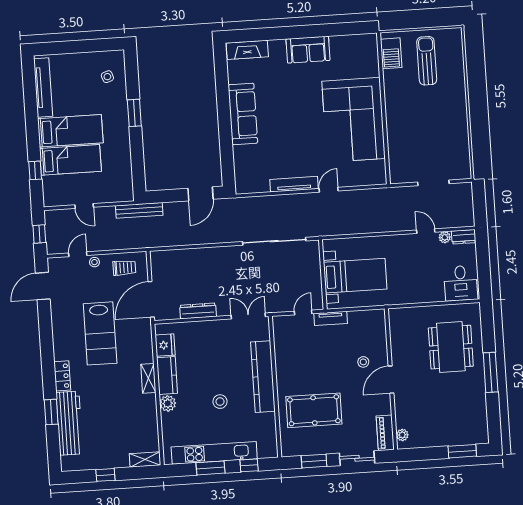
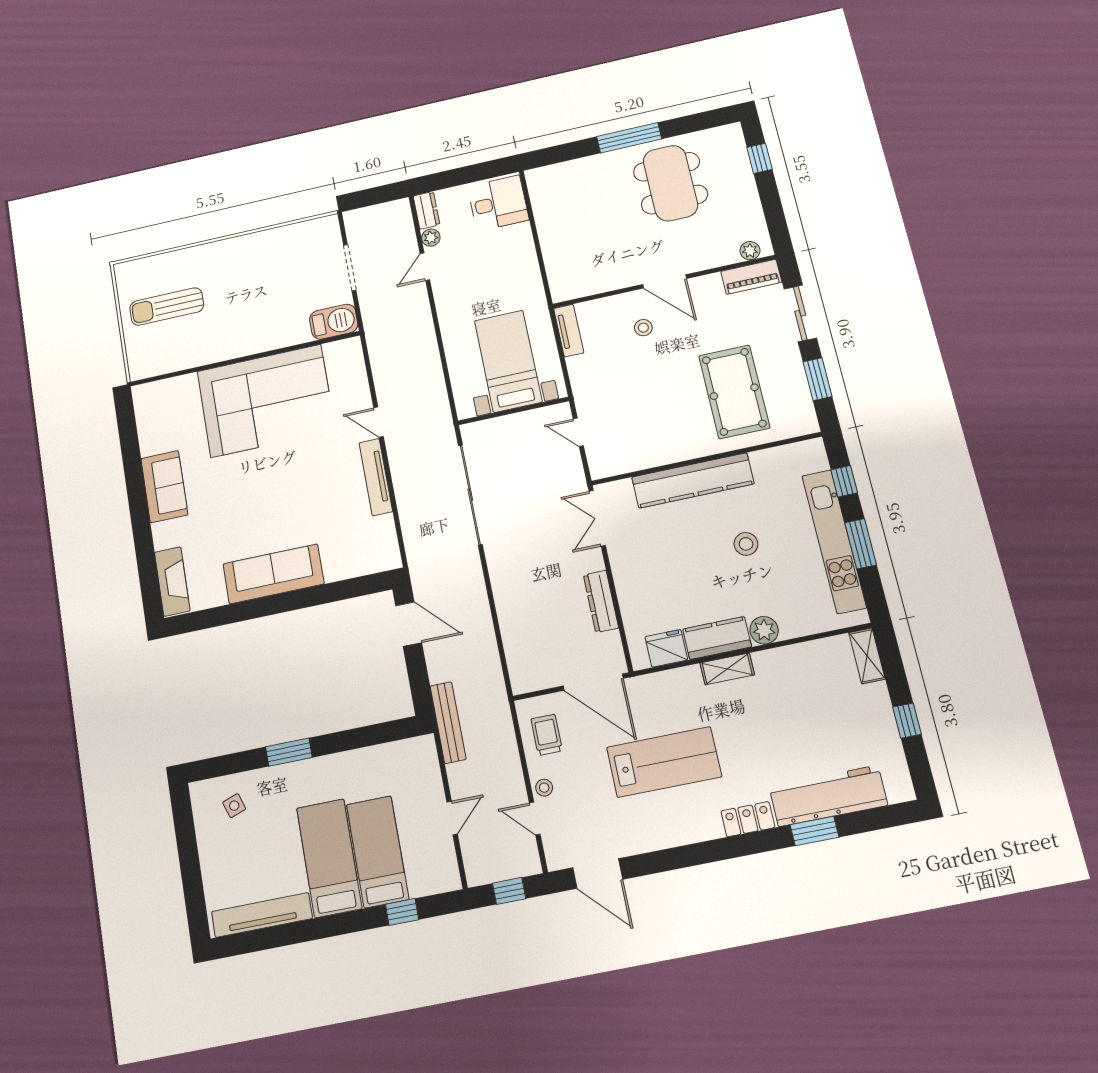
barbecue: (391, 53) -> (334, 322), moved
tv unit: (331, 318) -> (569, 331), moved
dining table: (451, 347) -> (670, 183), moved, turned 90
window: (462, 451) -> (760, 158), width x0.67

